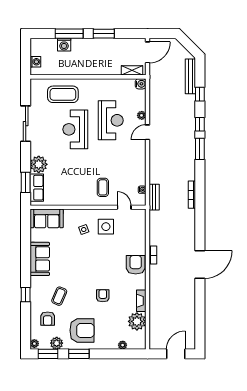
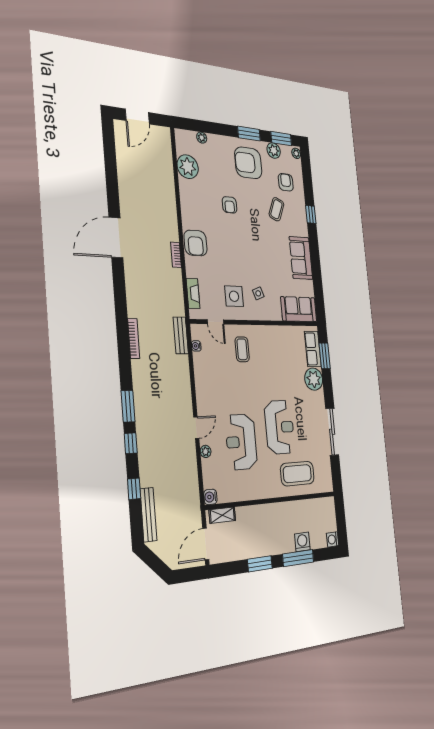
washing machine: (35, 62) -> (333, 539), moved
fireplace: (141, 301) -> (193, 293), moved

